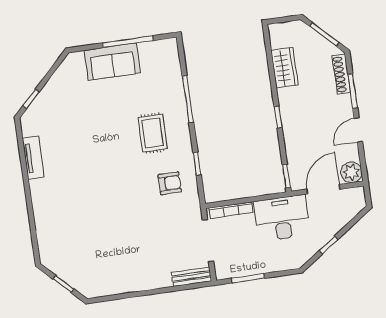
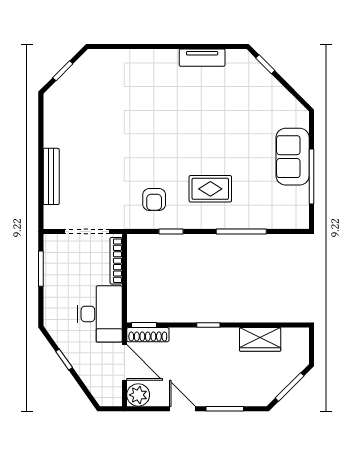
shoe rack: (341, 74) -> (148, 335), moved, turned 180
bench: (191, 277) -> (51, 176), moved, width x1.36

